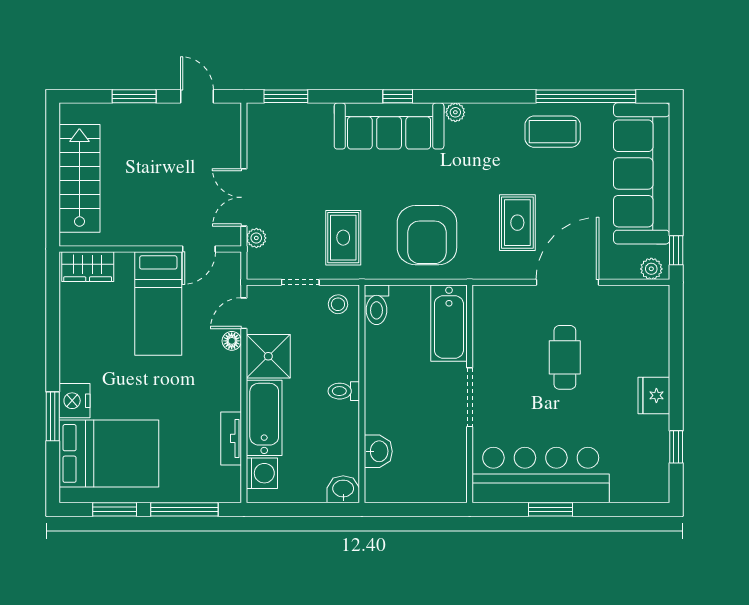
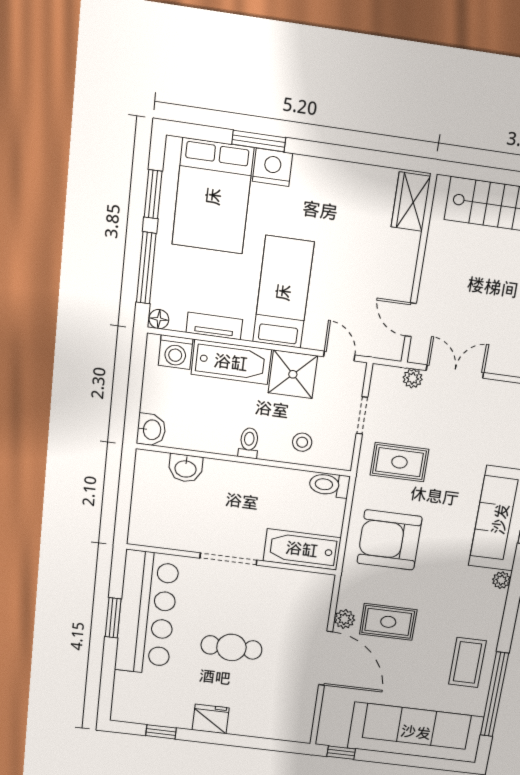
plant: (651, 269) -> (344, 619), moved
bed: (158, 303) -> (283, 292), moved, turned 90
stool: (338, 304) -> (302, 442), moved
floor lamp: (232, 341) -> (159, 319), moved
cafe table: (565, 357) -> (231, 647), moved

